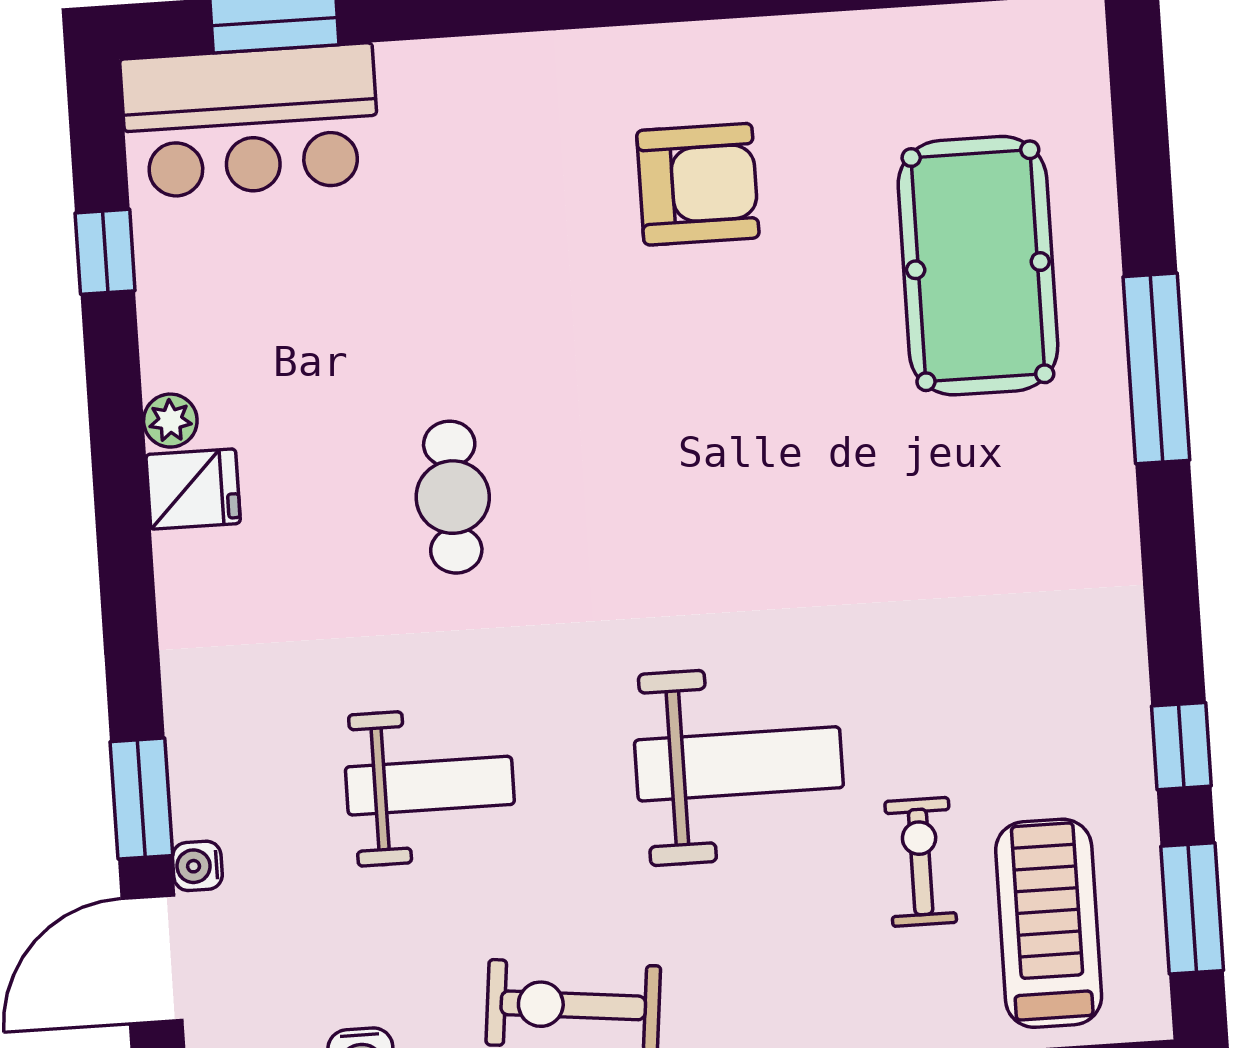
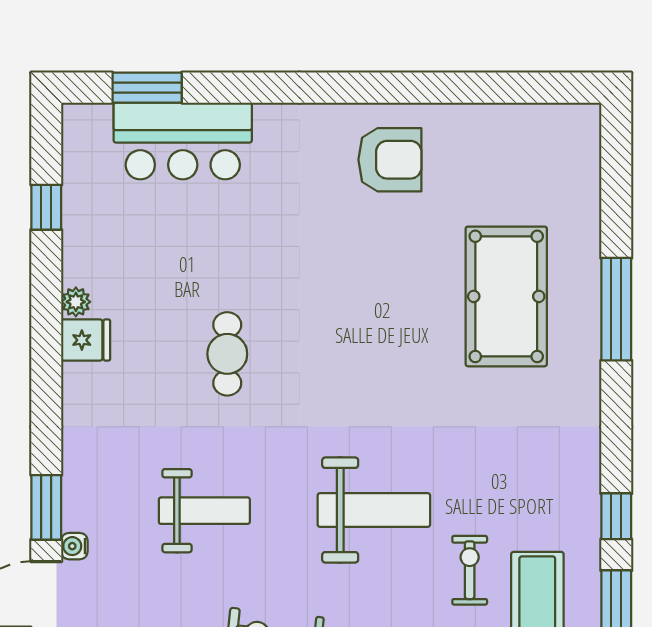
bar counter: (250, 121) -> (183, 141), moved
armchair: (698, 184) -> (390, 160), moved
pool table: (978, 266) -> (506, 296), moved

